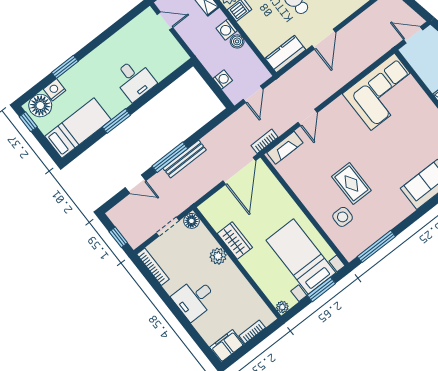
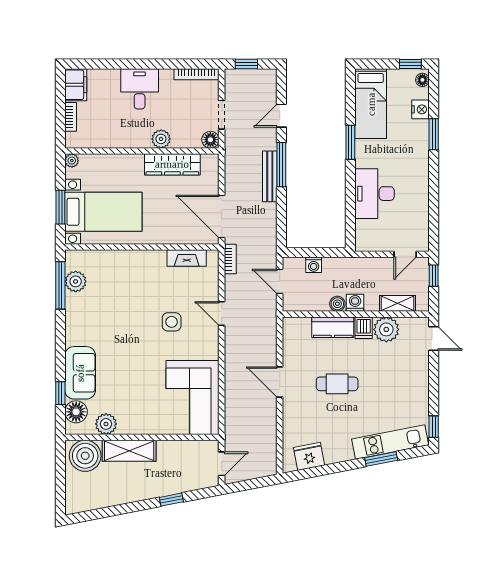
kitchen counter: (285, 54) -> (333, 327), moved, turned 90
desk: (134, 80) -> (374, 194), width x1.37
floor lamp: (40, 106) -> (422, 80), width x0.53, depth x0.53
fireplace: (285, 148) -> (187, 258), moved, turned -90
rug: (351, 183) -> (133, 307), removed
side table: (343, 217) -> (172, 322), moved
plant: (365, 238) -> (76, 281), added
wardrobe: (235, 241) -> (172, 164), width x1.50

